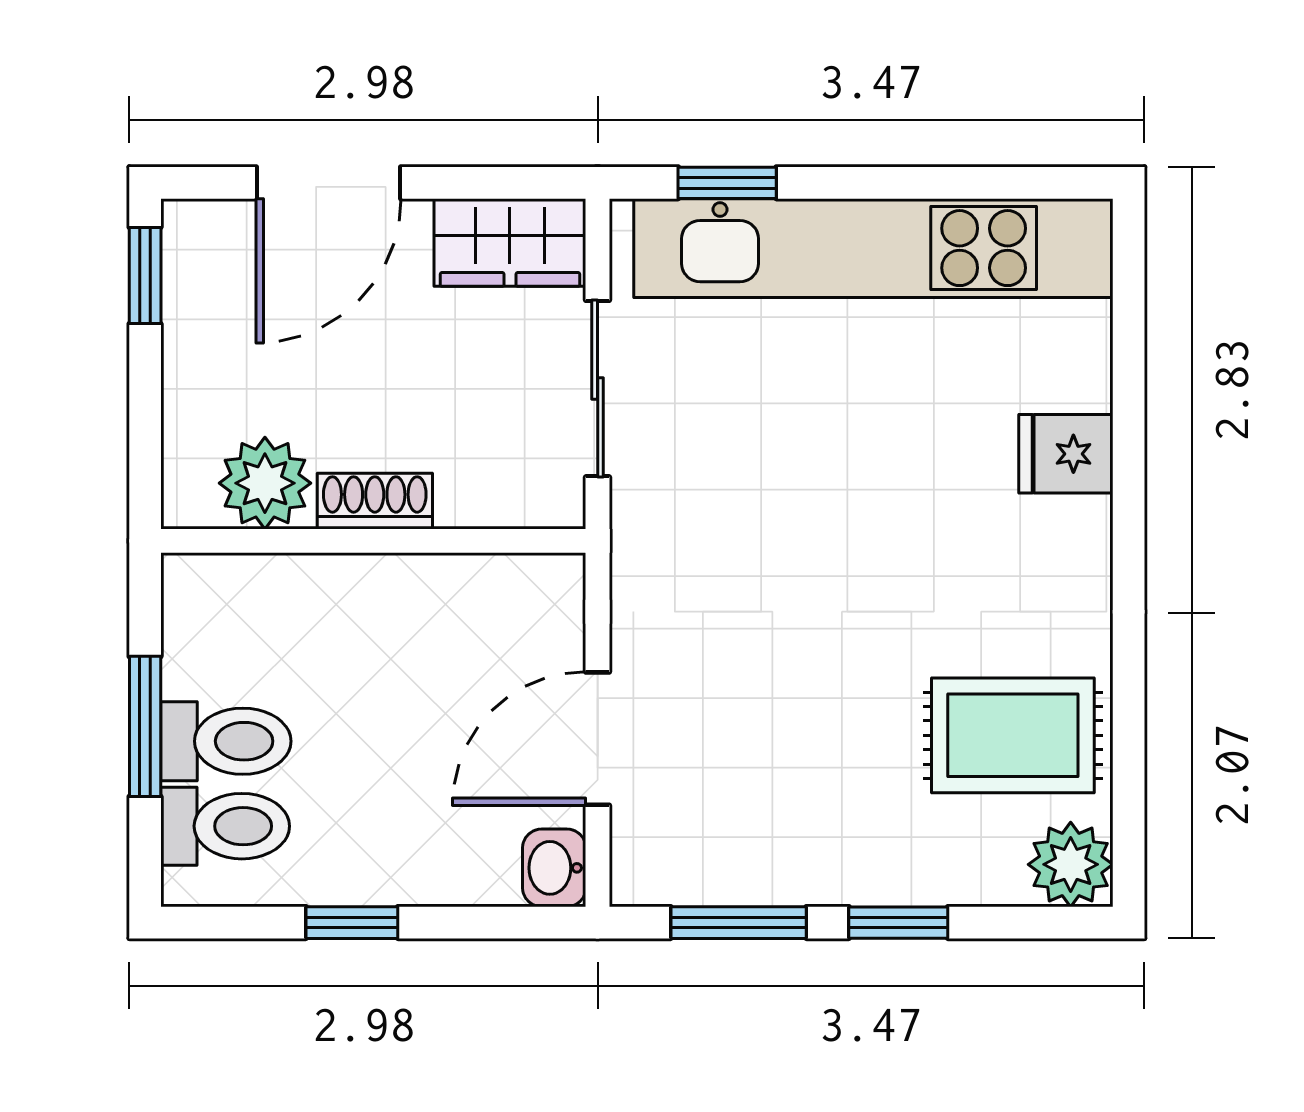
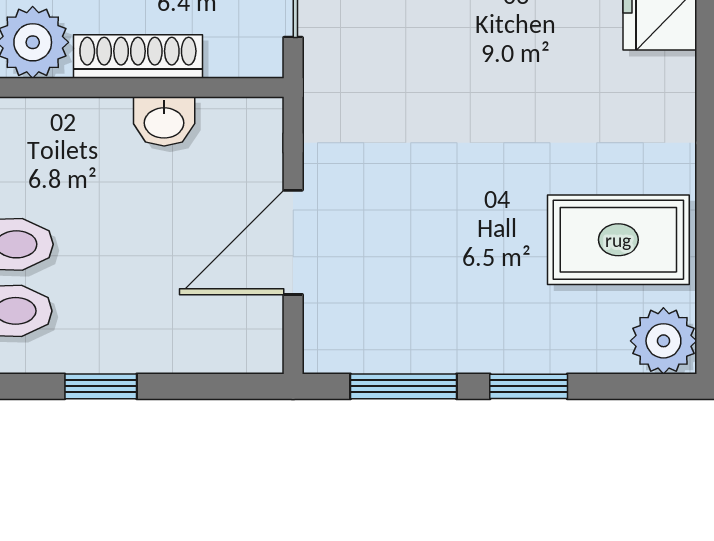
shoe rack: (375, 501) -> (138, 56), width x1.43
washbasin: (554, 868) -> (164, 121), moved, turned -90

